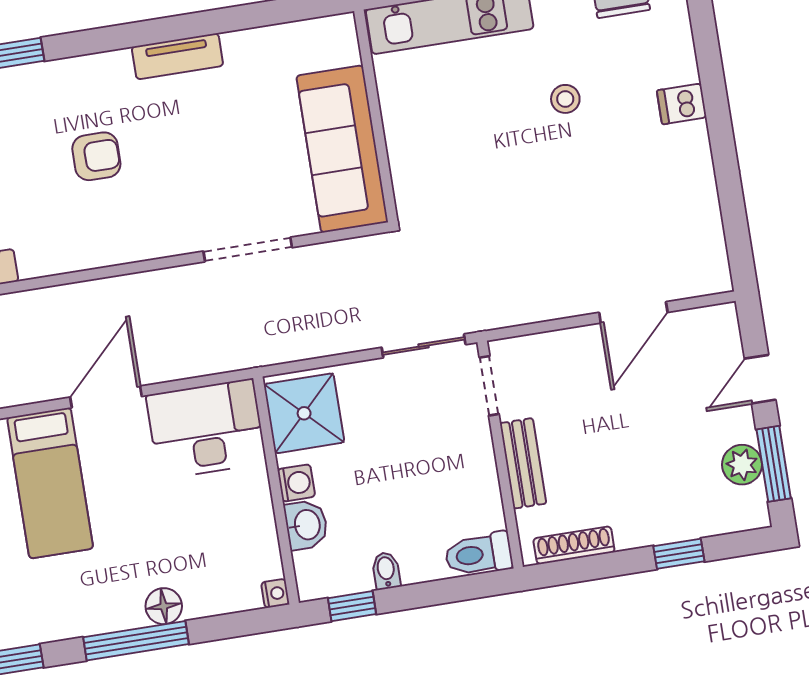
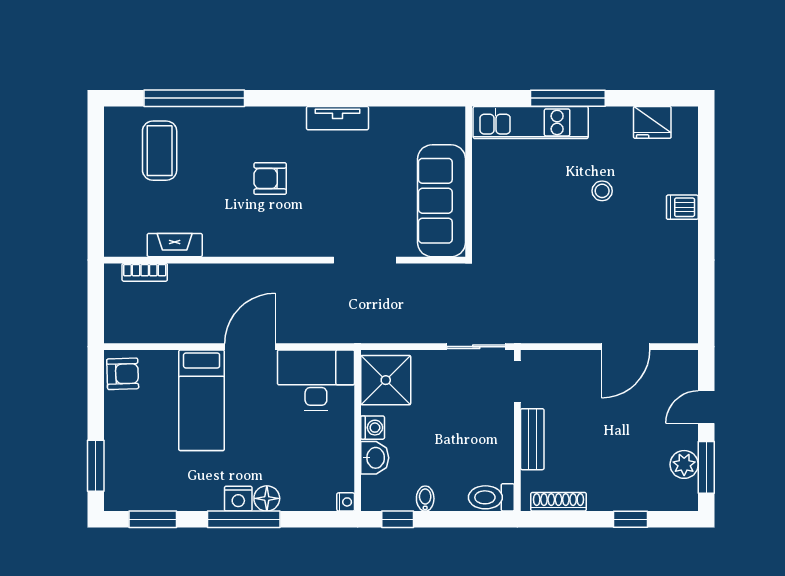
armchair: (96, 156) -> (270, 179), turned 180
nightstand: (124, 613) -> (238, 499), added

